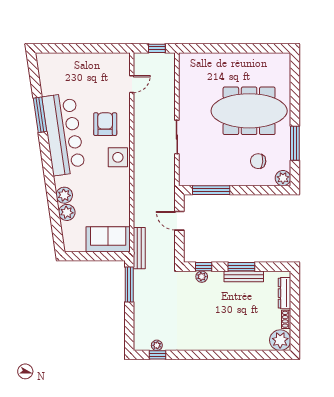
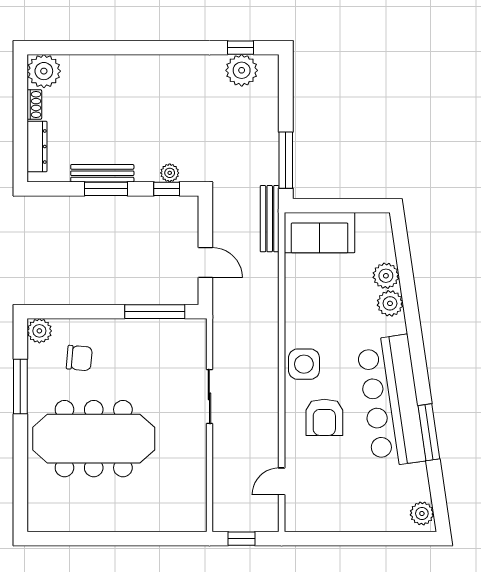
plant: (44, 64) -> (422, 513), added
plant: (157, 345) -> (242, 70), width x1.88, depth x1.88

